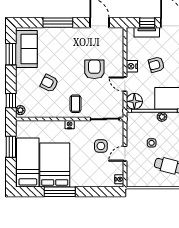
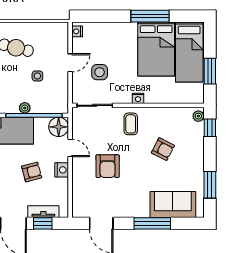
sofa: (26, 49) -> (173, 204), moved, turned 90

